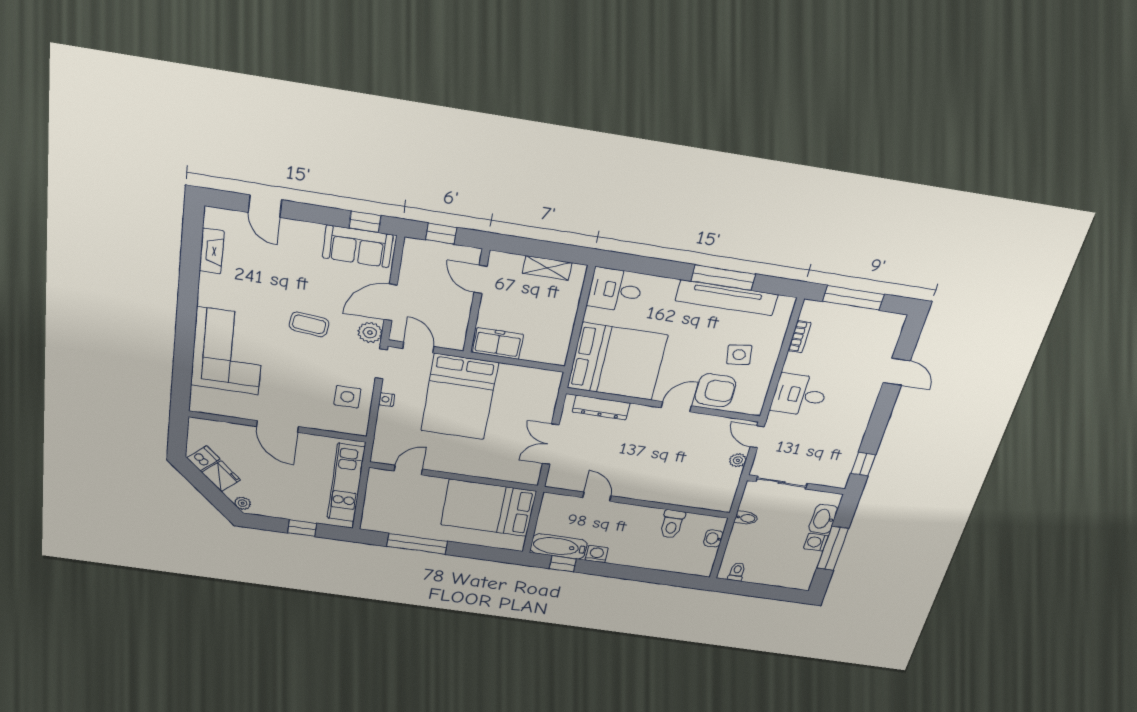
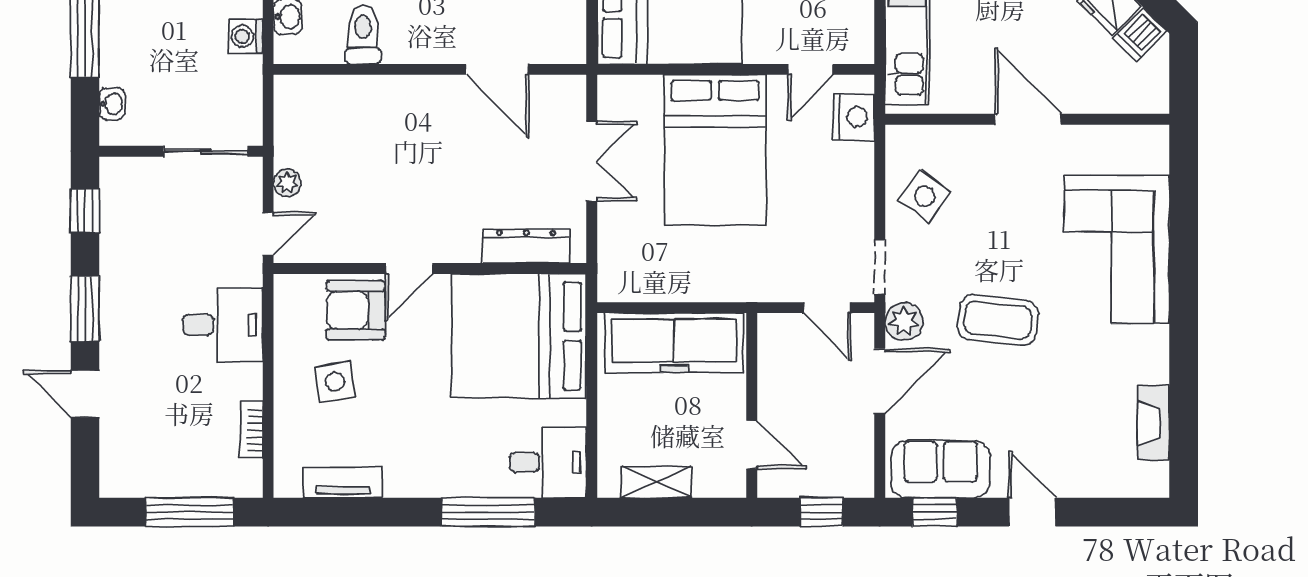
door: (265, 206) -> (1032, 512), moved
window: (723, 278) -> (488, 512), moved
tv unit: (727, 298) -> (343, 483), width x0.52, depth x0.78
coffee table: (309, 324) -> (998, 320), width x1.36, depth x1.30
freezer: (498, 343) -> (674, 343), width x1.91, depth x1.26
side table: (347, 397) -> (925, 196), turned 36
bed: (459, 397) -> (715, 150), moved, turned 180
nightstand: (387, 400) -> (854, 117), moved, width x1.89, depth x1.79
window: (881, 416) -> (85, 309), added
door: (757, 437) -> (268, 234), hinge flipped
door: (597, 497) -> (497, 69), width x1.38
bidet: (746, 518) -> (244, 69), removed
washbasin: (823, 519) -> (112, 104), width x0.52, depth x0.69
washing machine: (816, 542) -> (246, 36), moved, turned 180

